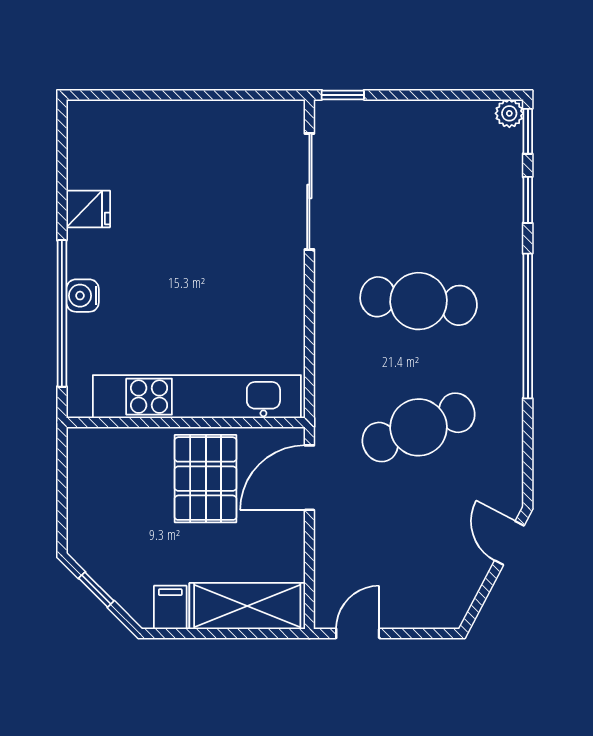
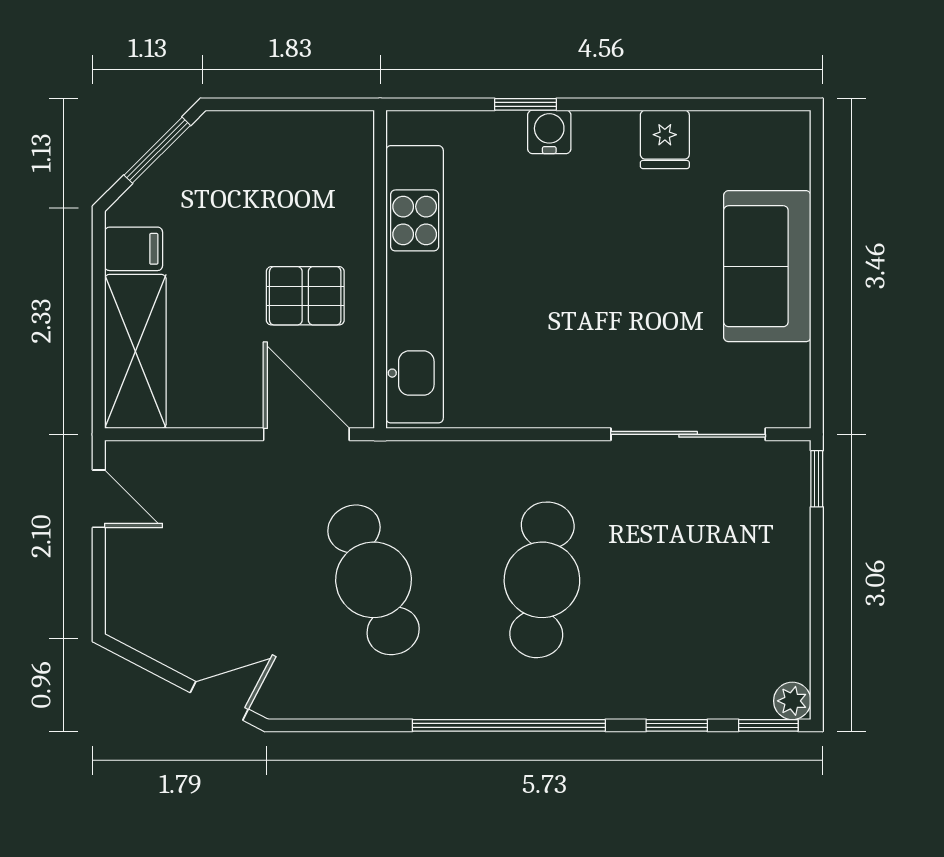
sofa: (183, 132) -> (767, 266), added
window: (62, 313) -> (525, 104), width x0.32
pallet: (206, 479) -> (305, 296), width x0.67, depth x0.71
window: (96, 590) -> (157, 150), width x1.50

